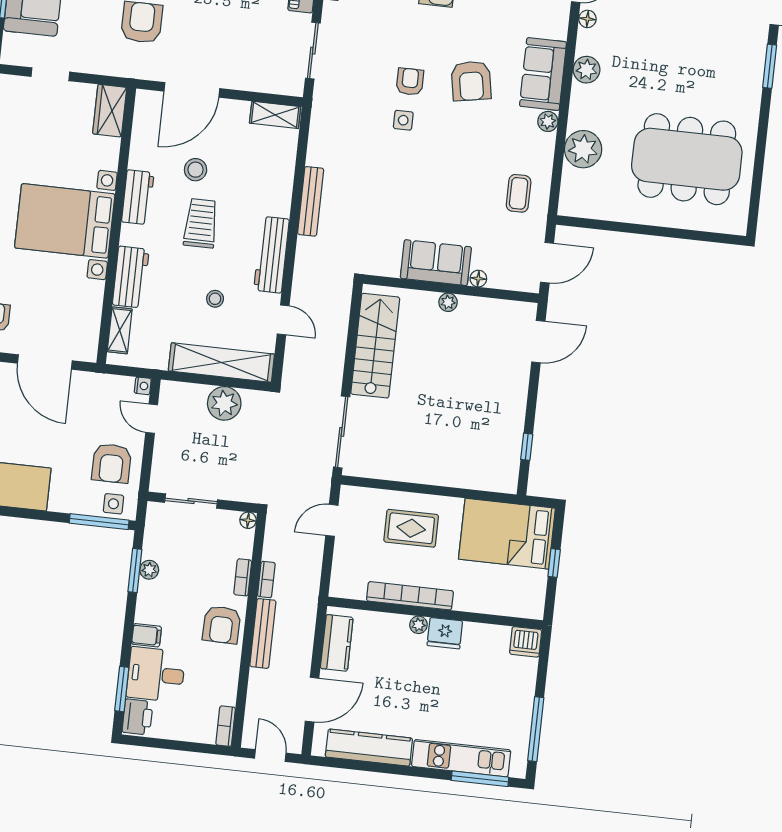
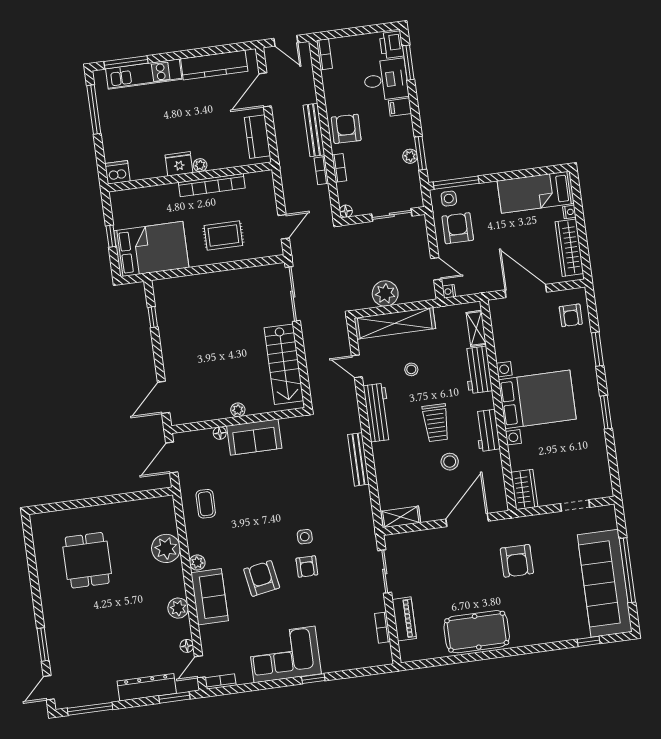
dining table: (687, 159) -> (87, 560), width x0.53, depth x0.80

